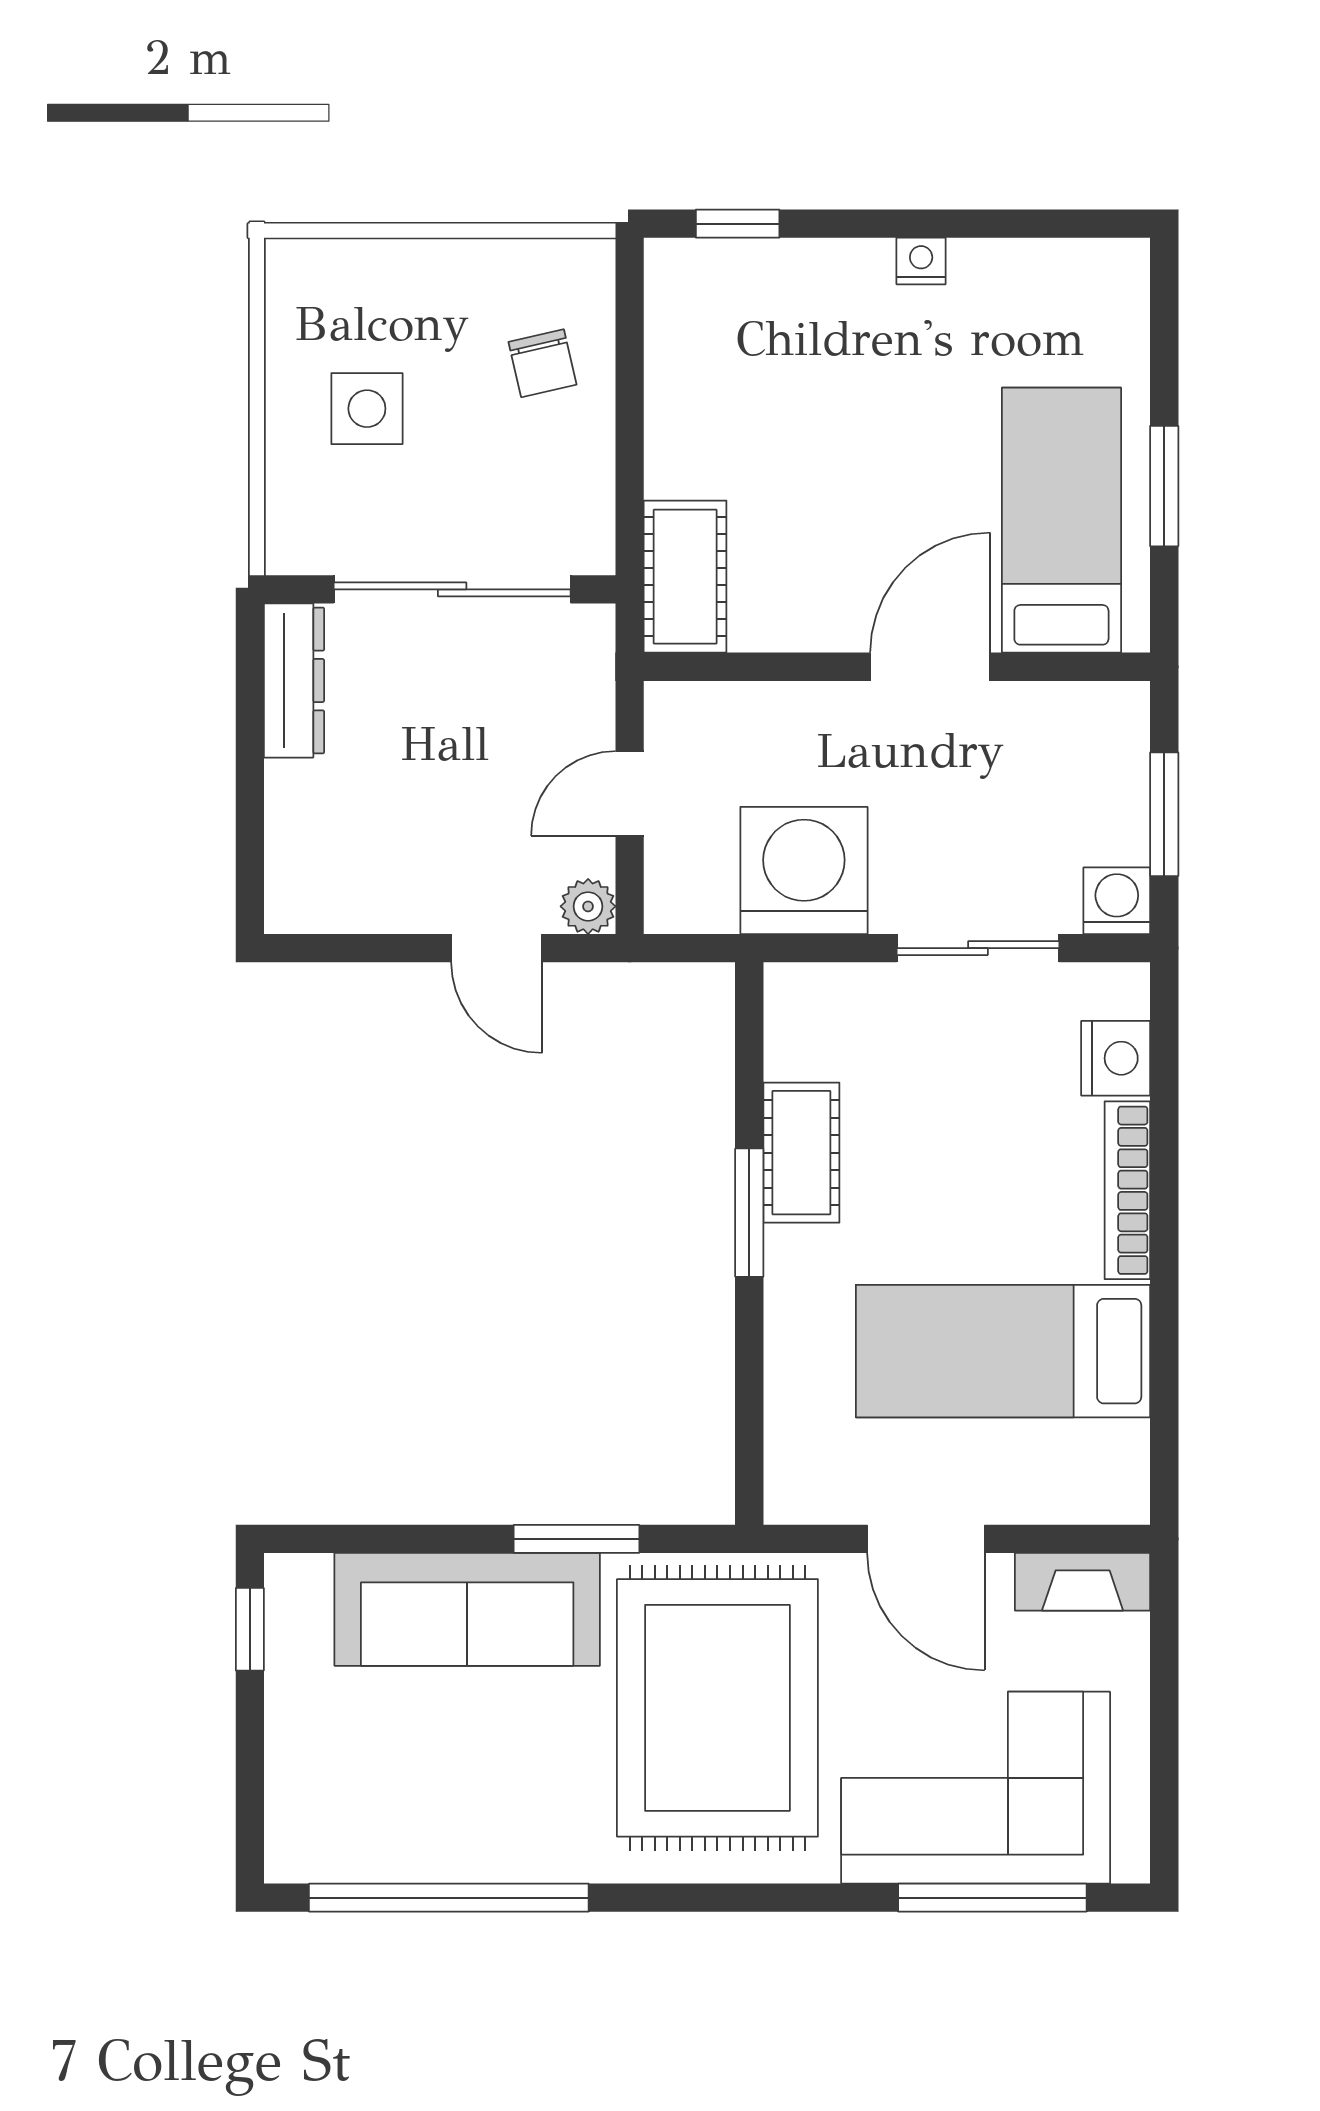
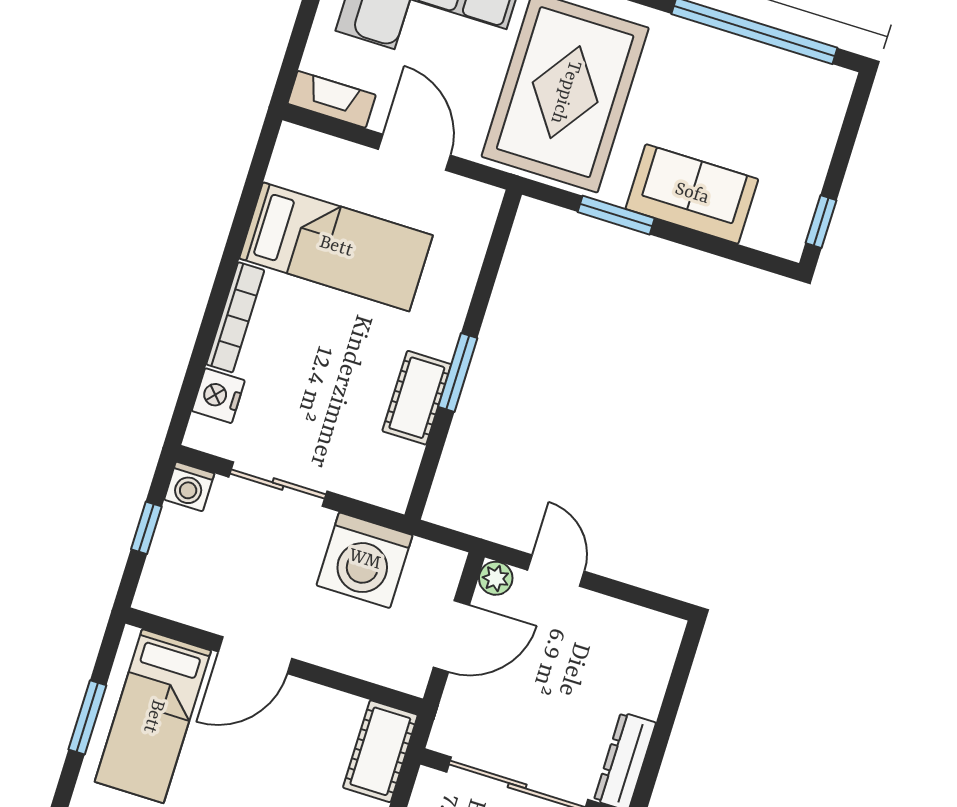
door: (630, 793) -> (451, 636), width x1.38
window: (1164, 814) -> (146, 528), width x0.67
sofa: (467, 1609) -> (692, 194), width x0.73

